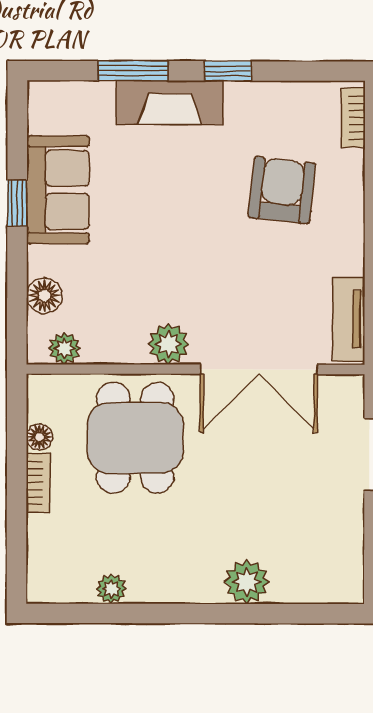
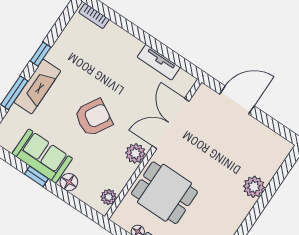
armchair: (282, 190) -> (93, 118), moved, turned 114
floor lamp: (44, 296) -> (69, 182), moved
tv unit: (349, 319) -> (159, 62), moved
double door: (259, 369) -> (171, 124), swing flipped

